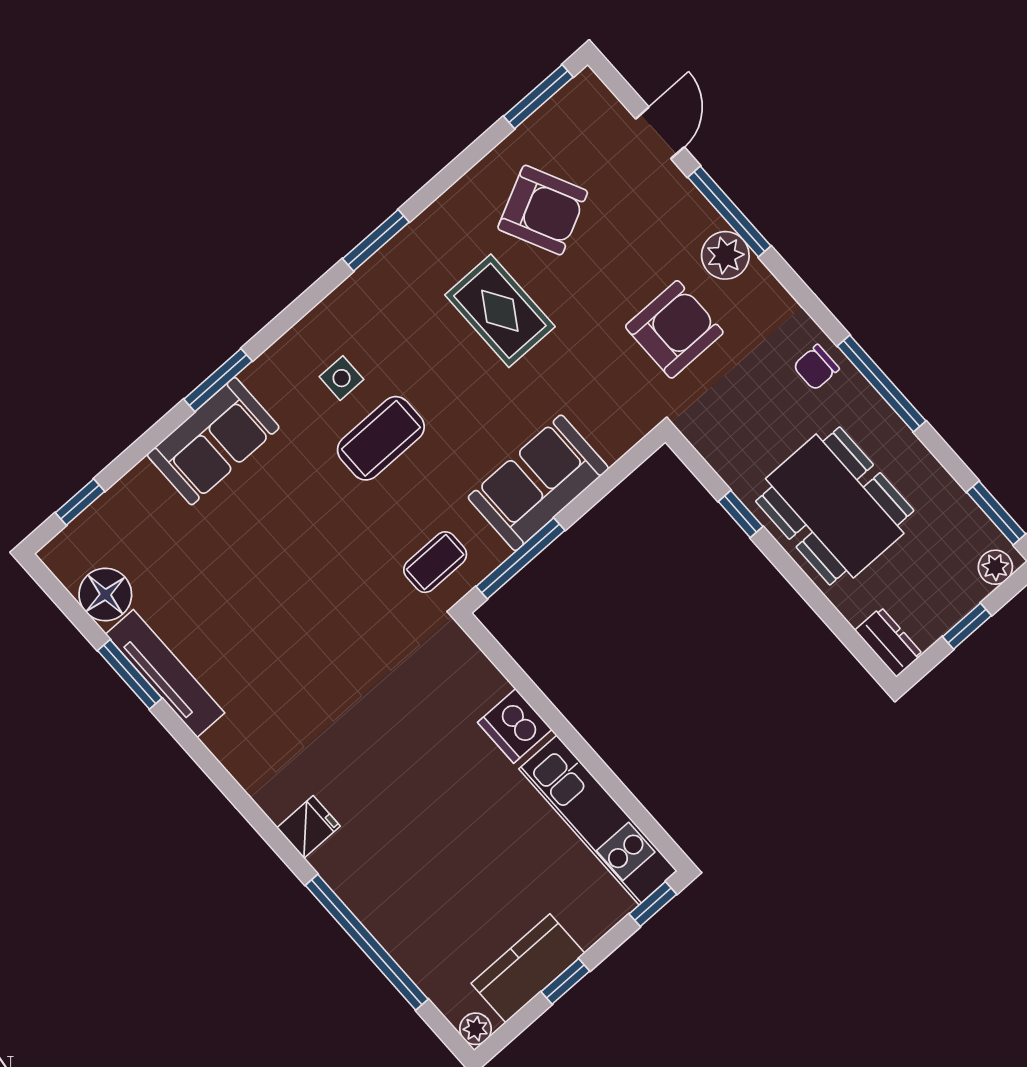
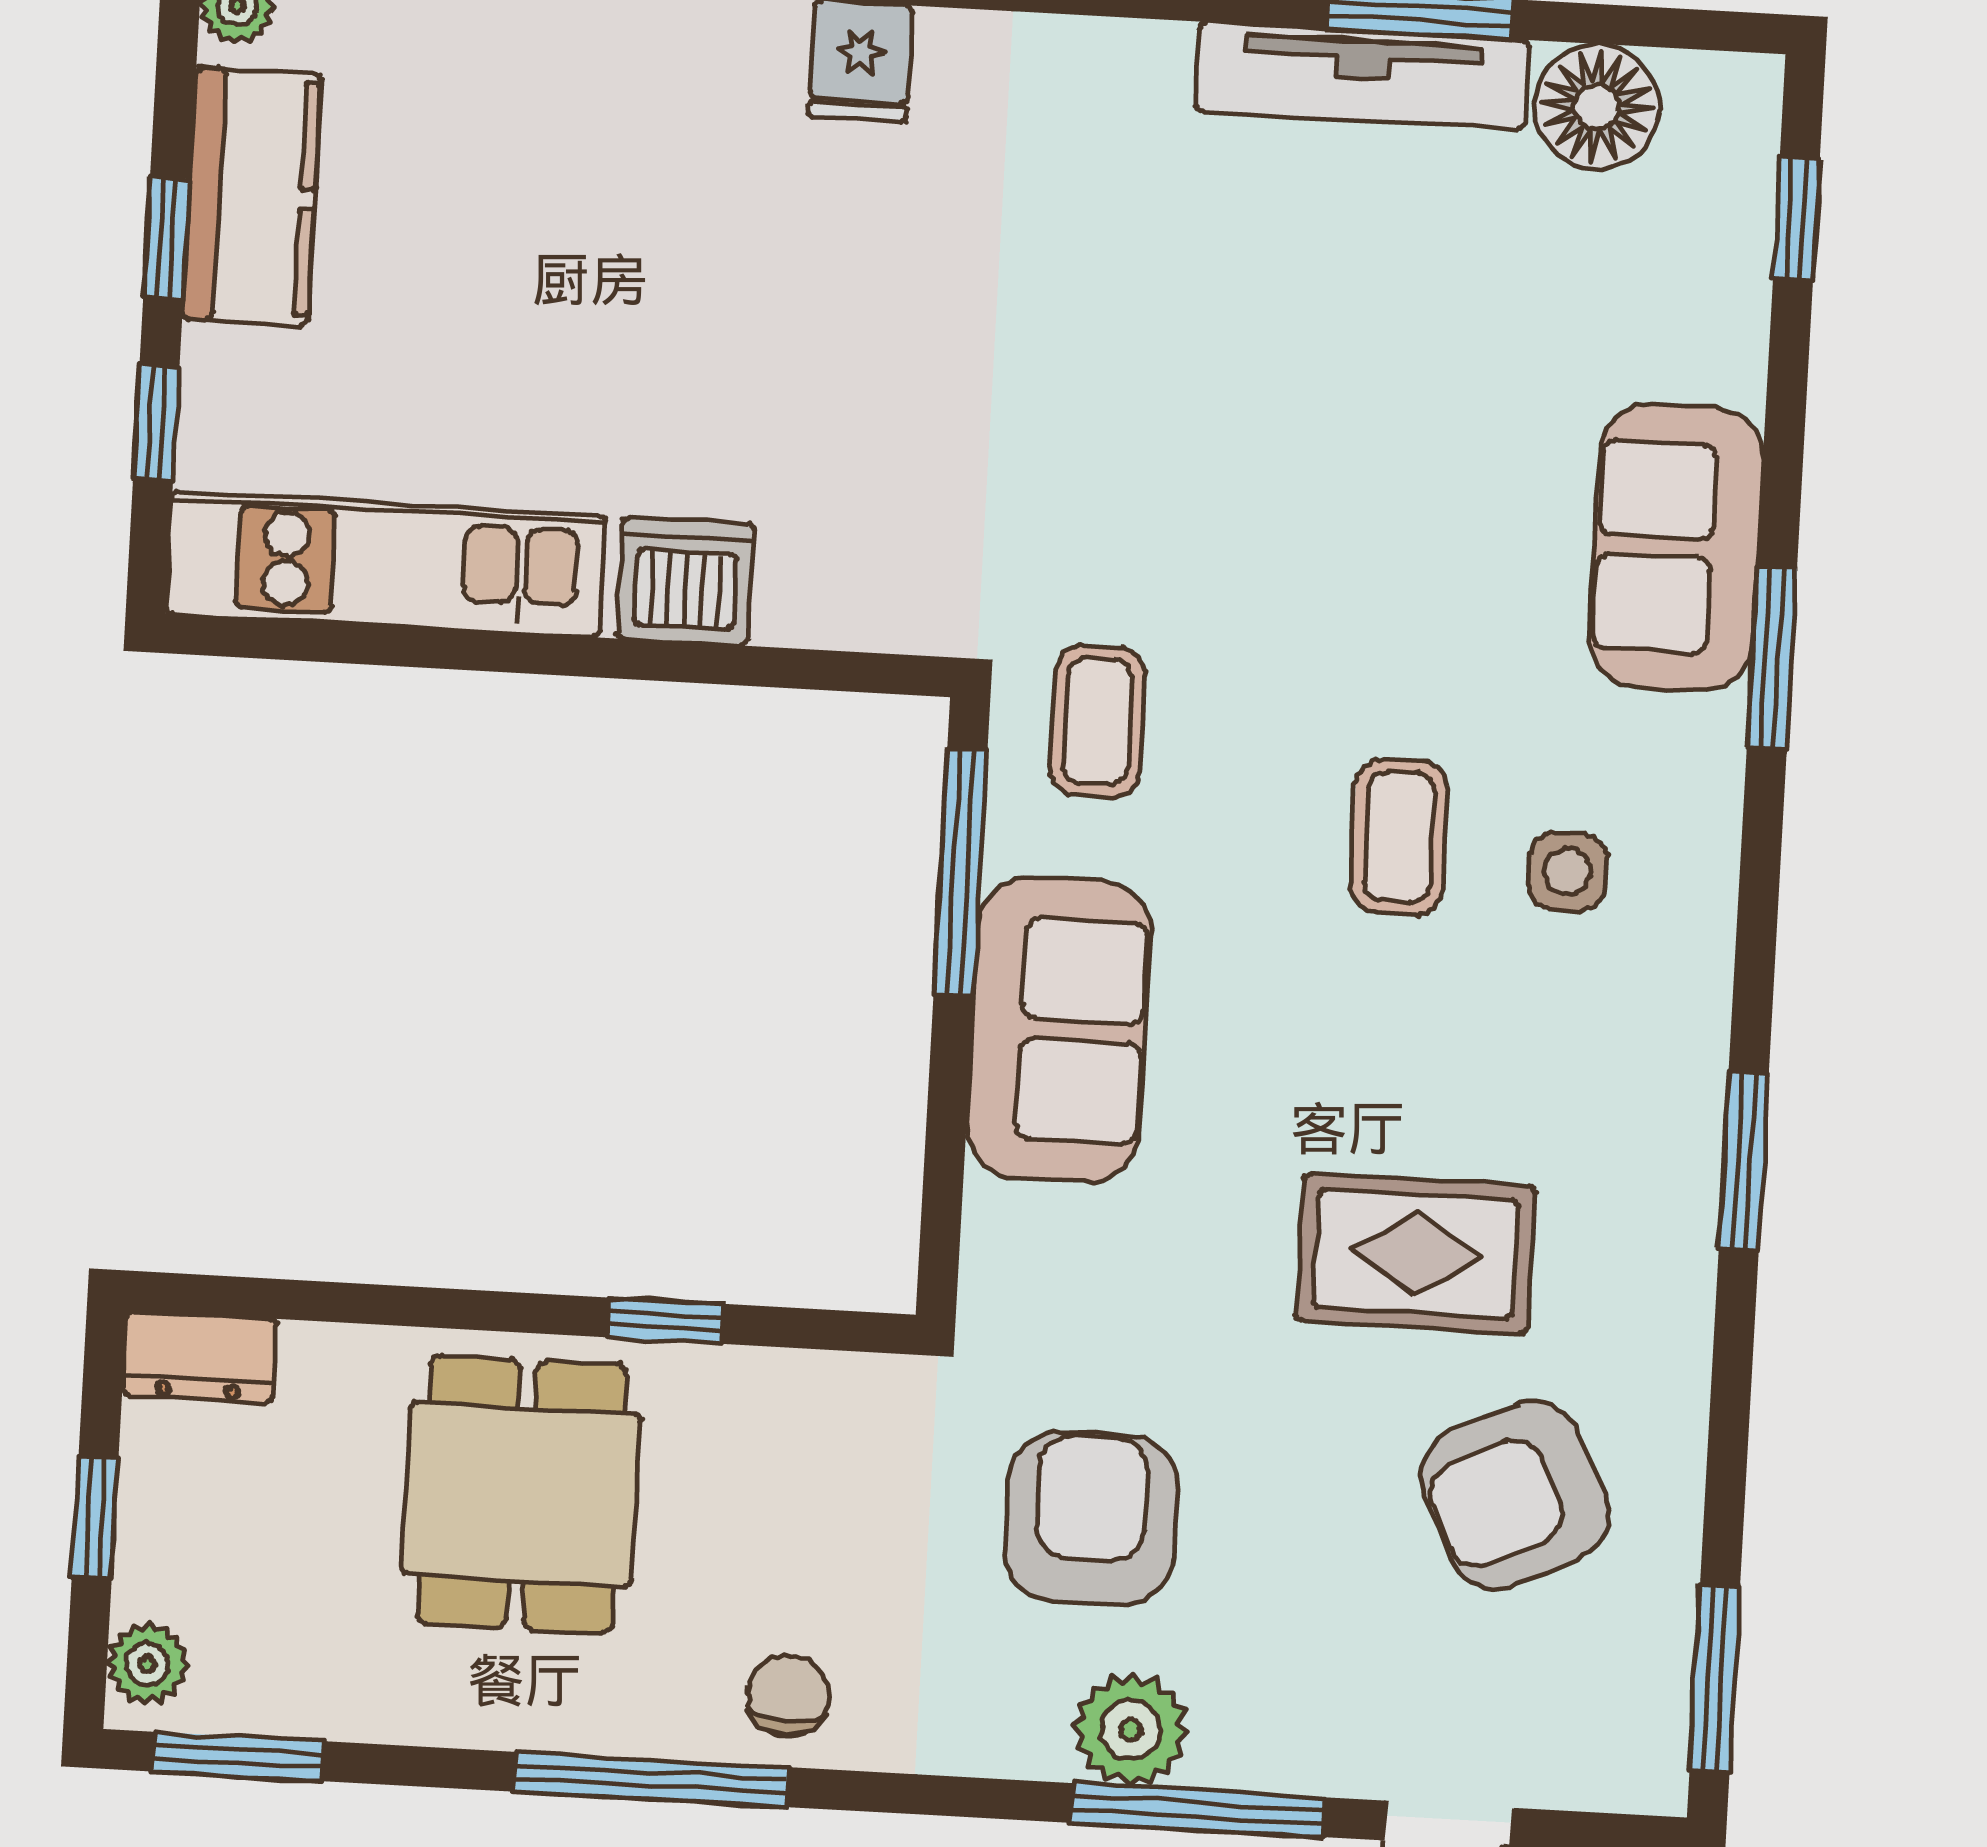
armchair: (674, 329) -> (1091, 1518), turned 180
coffee table: (381, 438) -> (1399, 837), width x0.73, depth x0.77
dining table: (835, 506) -> (521, 1494), width x0.73
window: (653, 904) -> (156, 423), moved

